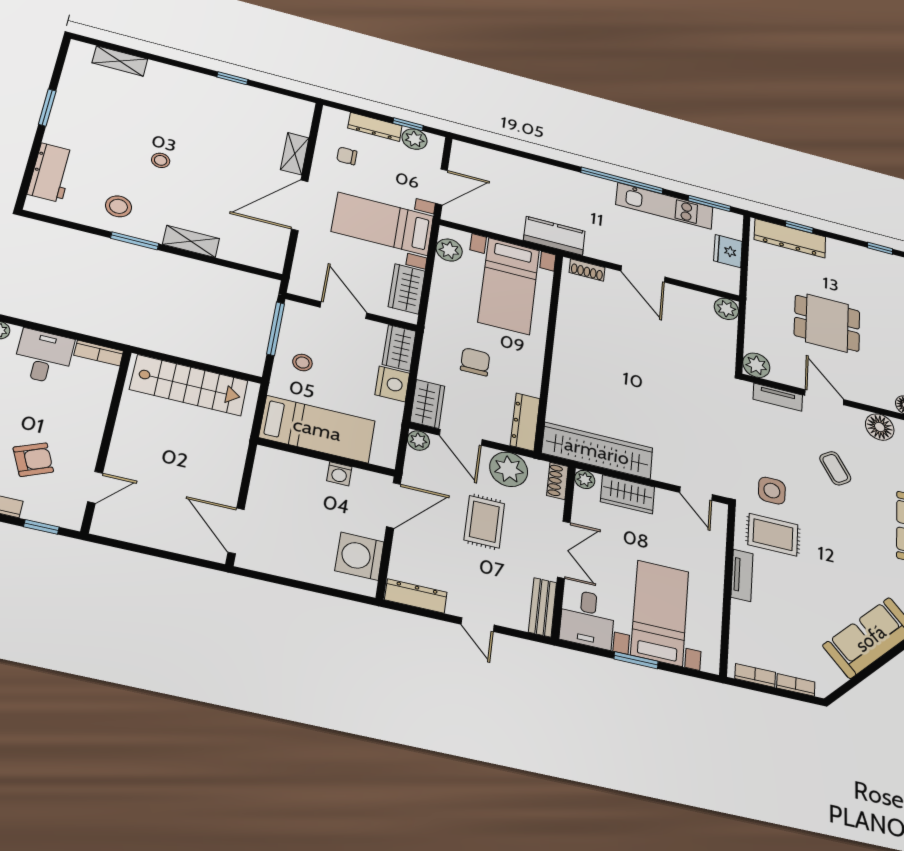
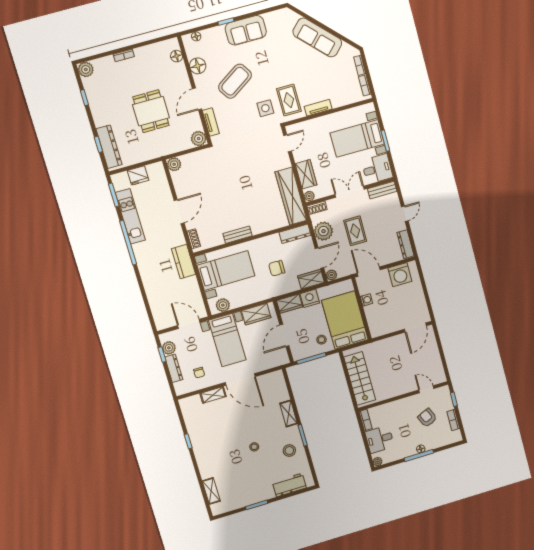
bench: (565, 335) -> (237, 235), added
bed: (317, 429) -> (345, 320), width x1.50
coffee table: (835, 468) -> (235, 81), width x1.86, depth x1.72
rug: (484, 522) -> (355, 231), turned 90

